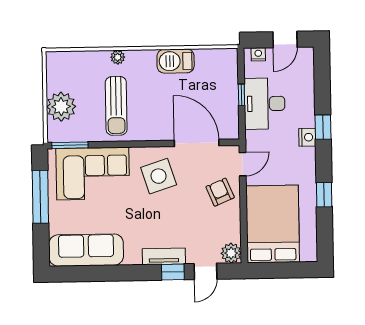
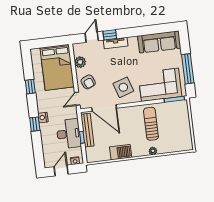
bench: (230, 106) -> (87, 130), added
plant: (61, 107) -> (181, 120), removed
plant: (231, 253) -> (80, 62), moved

